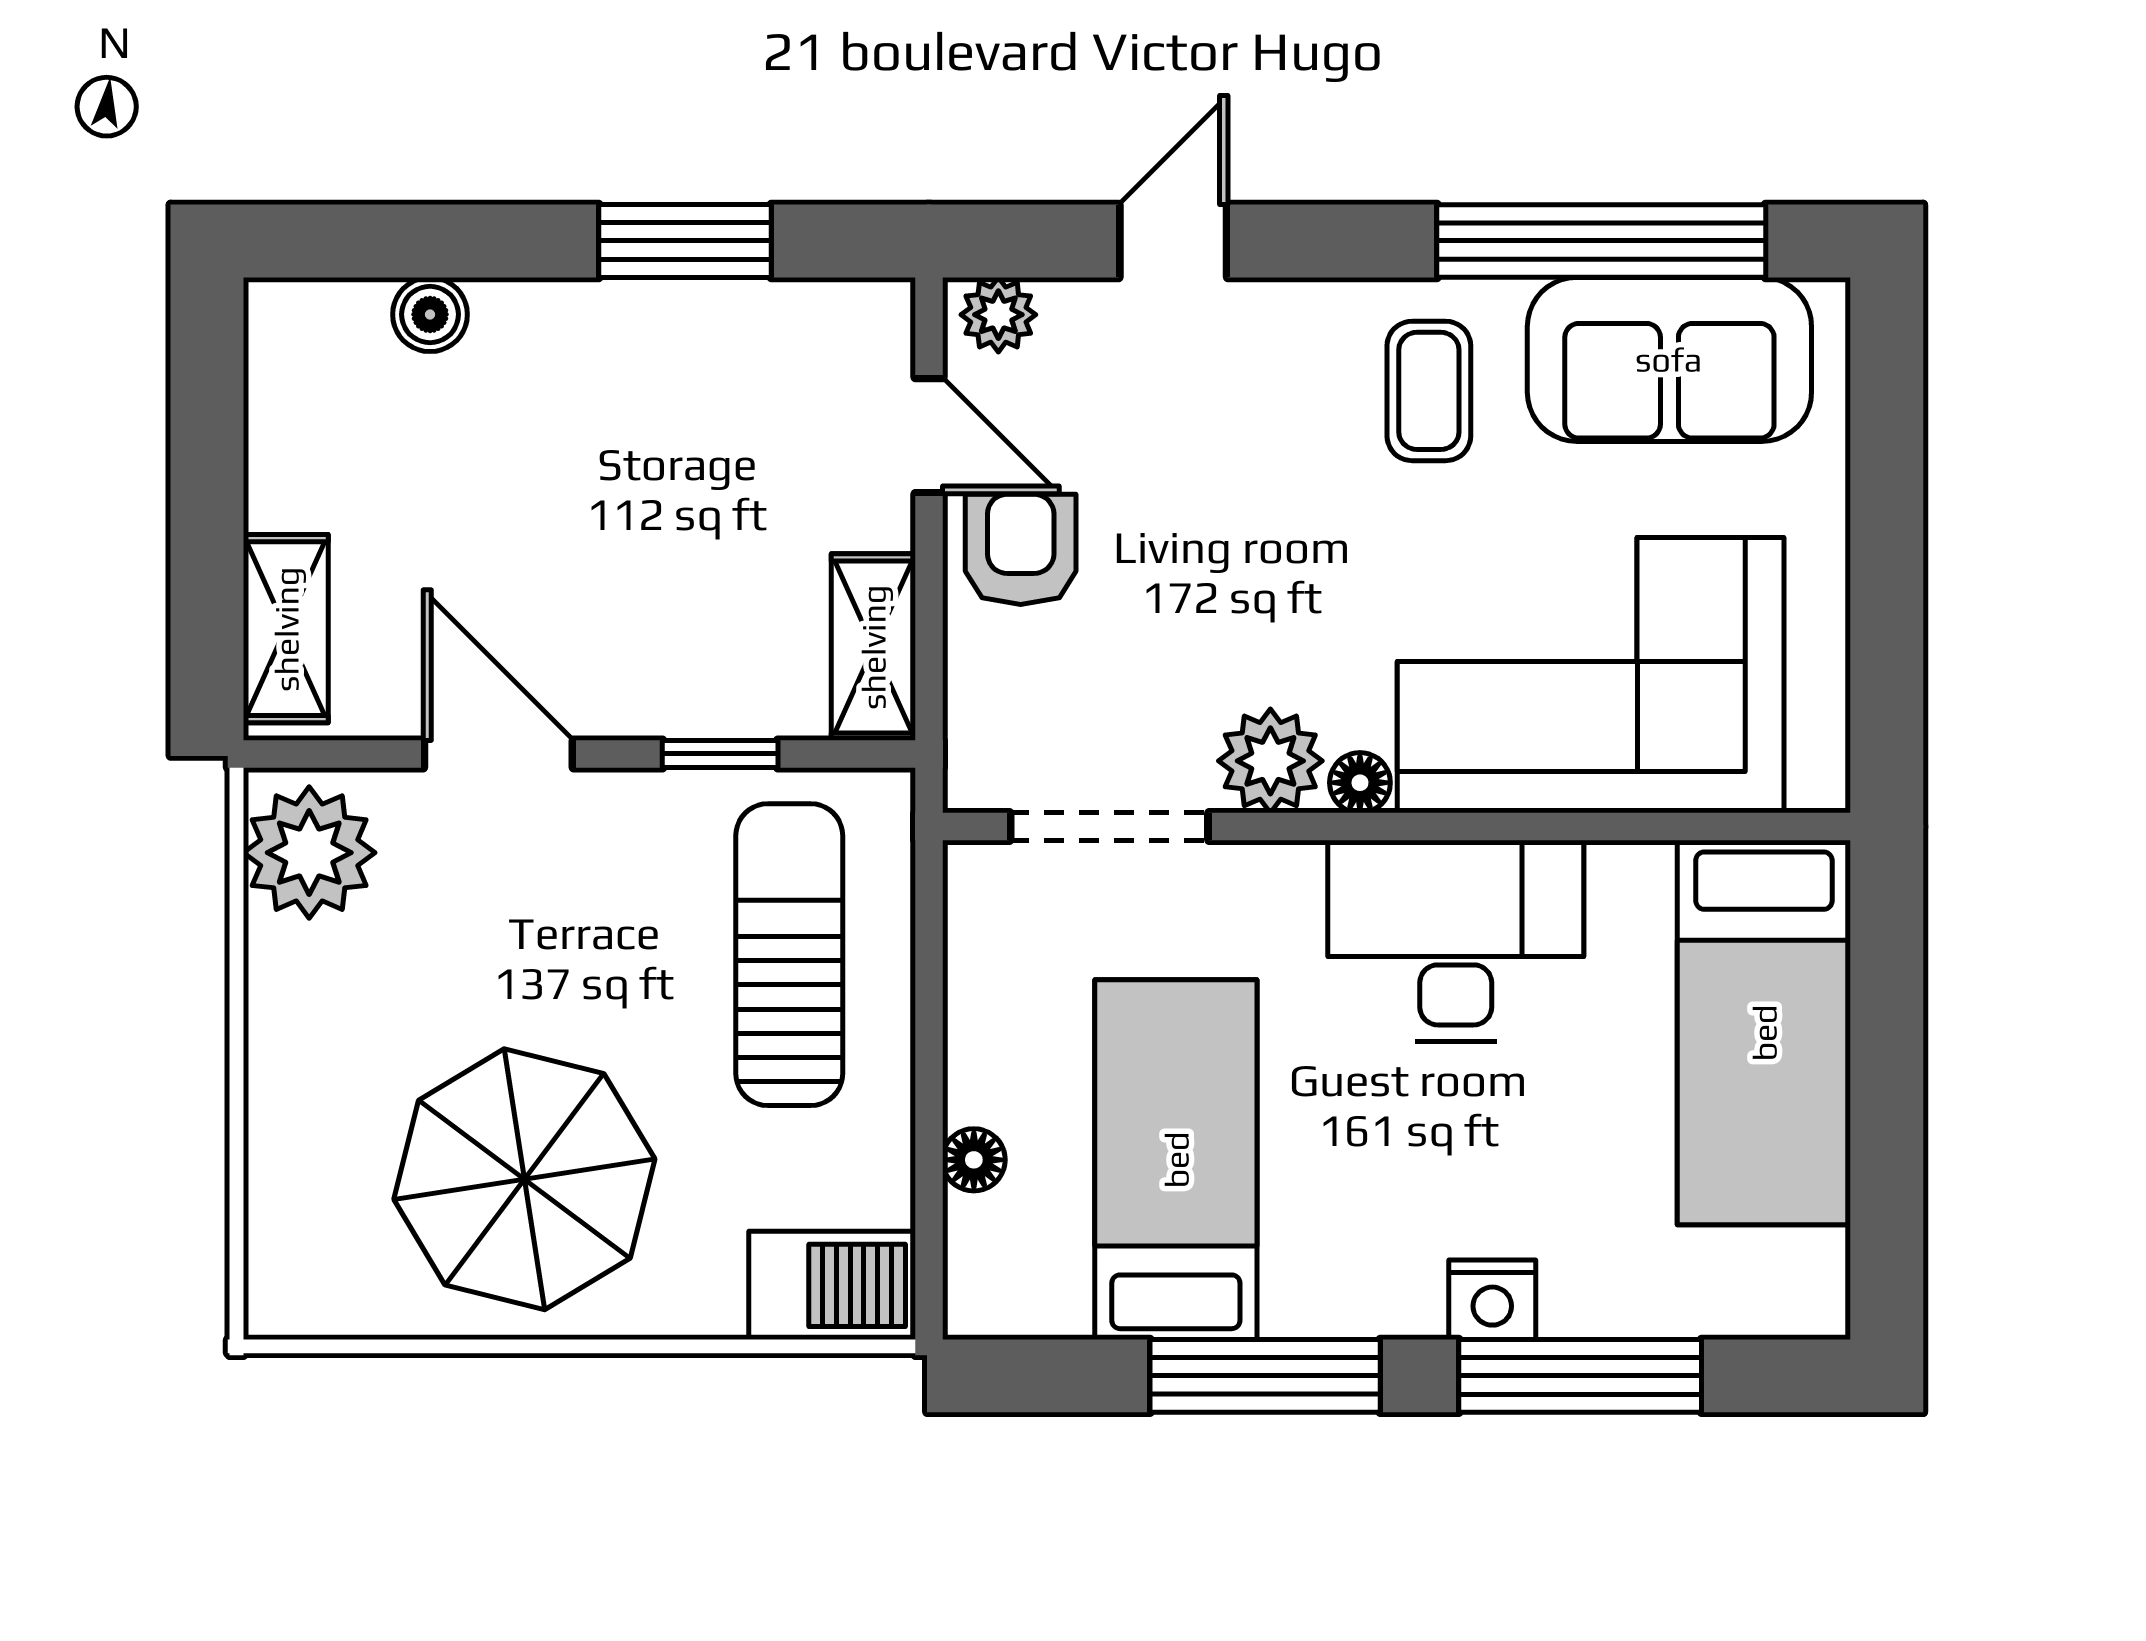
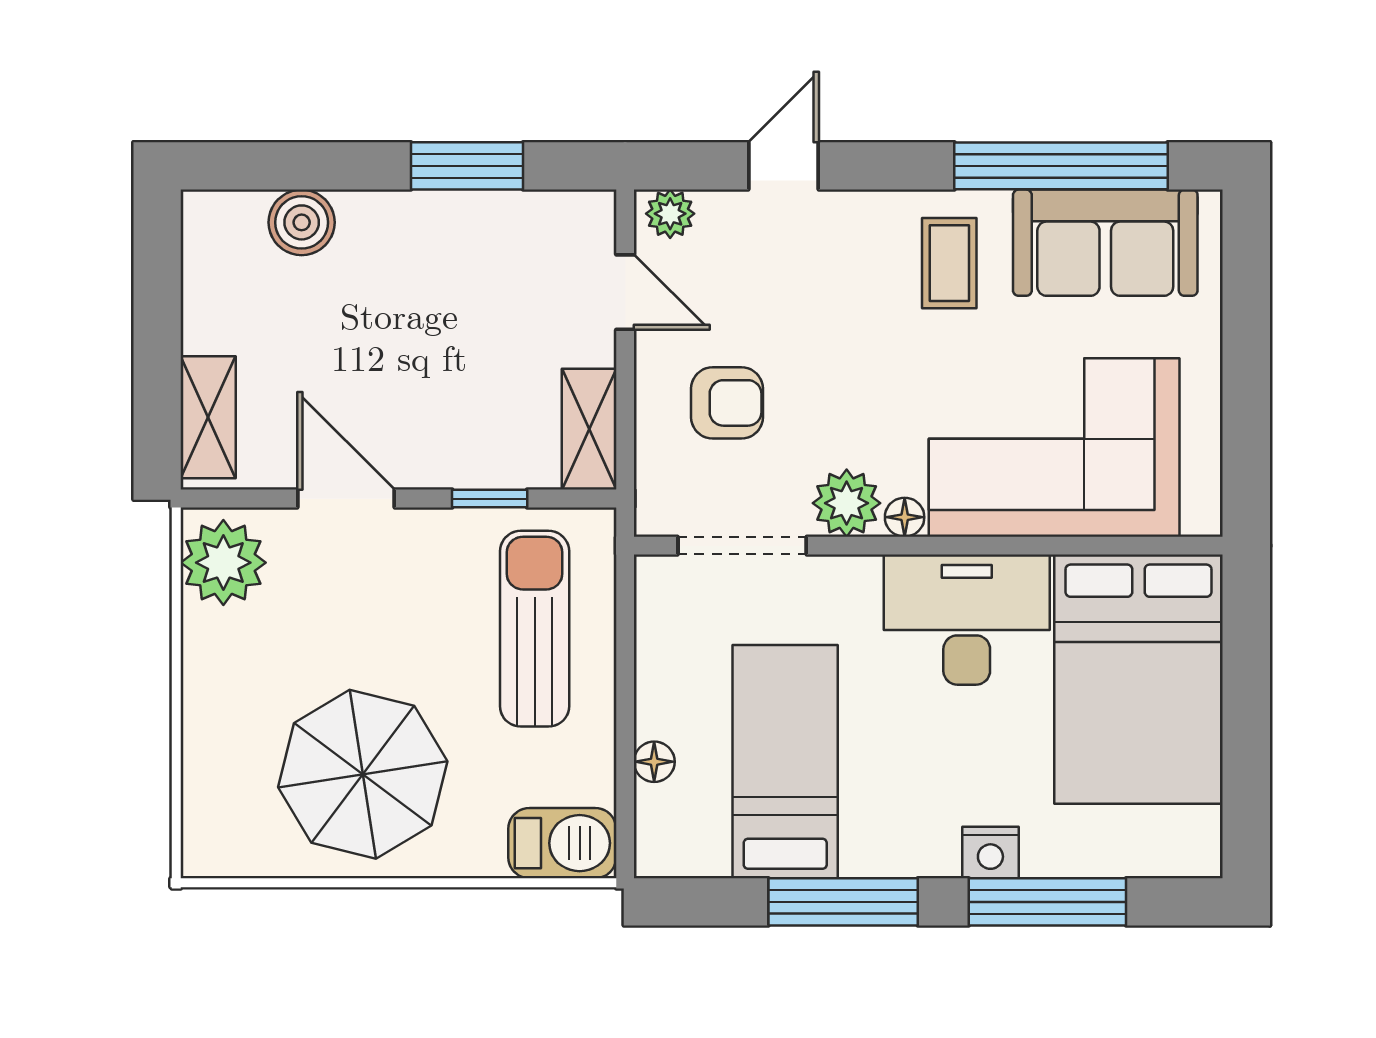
boiler: (430, 314) -> (302, 222), width x1.36, depth x1.36
armchair: (1021, 549) -> (727, 403), moved, turned 90
bed: (1764, 1033) -> (1138, 679), width x1.50

